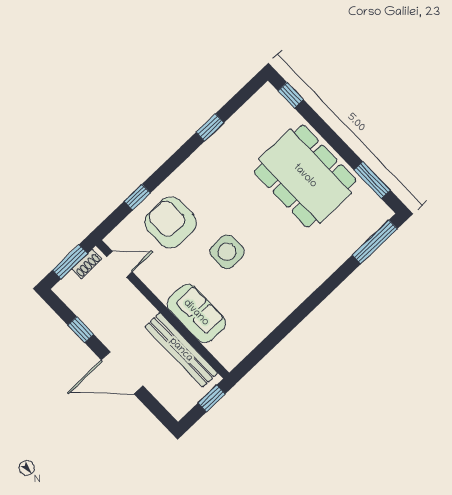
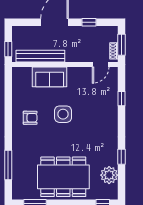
plant: (248, 121) -> (109, 175), added
armchair: (171, 222) -> (30, 118), moved, width x0.53, depth x0.53
window: (375, 242) -> (8, 165), moved

